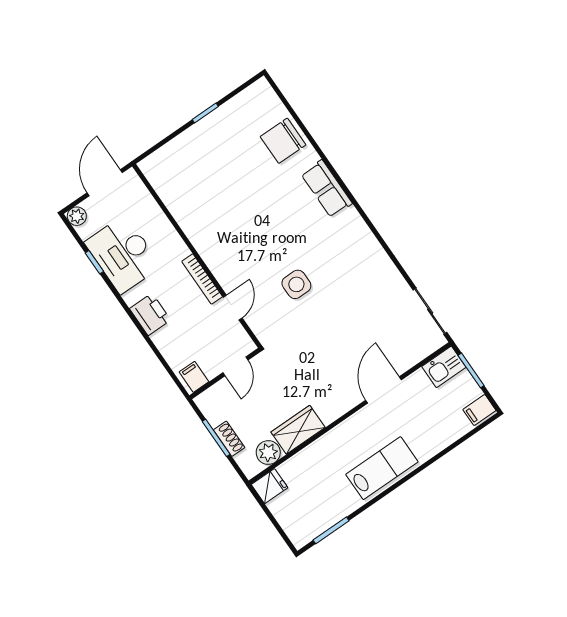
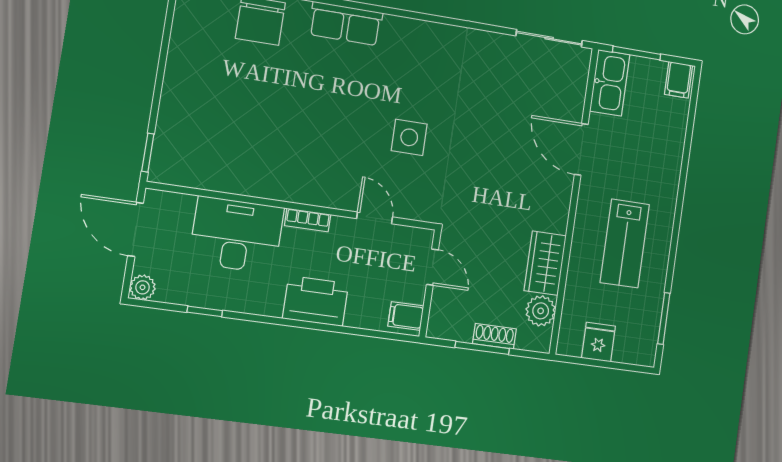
window: (205, 113) -> (148, 153), moved
desk: (123, 254) -> (236, 235), moved, turned 180
bookcase: (202, 279) -> (308, 220), width x0.64
printer: (150, 314) -> (316, 301), width x1.37, depth x1.19
kitchen sink: (444, 367) -> (610, 83), width x1.38
lab bench: (382, 468) -> (625, 243), moved, turned 180
fridge: (269, 486) -> (598, 342), moved

